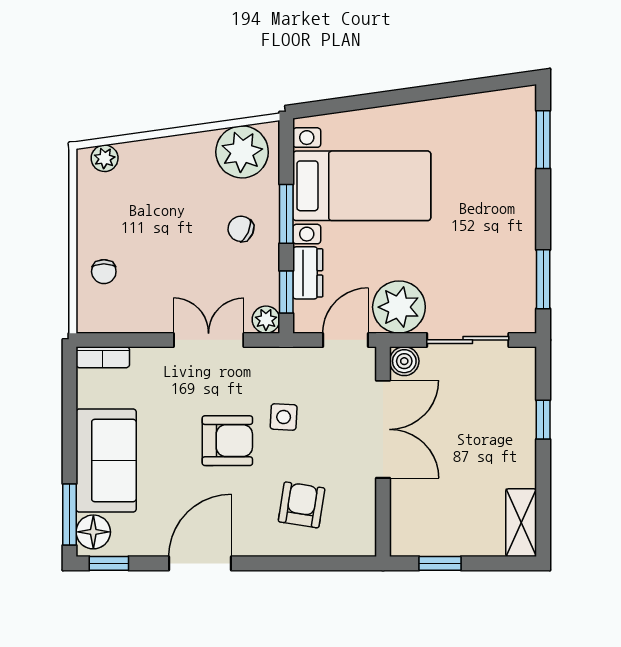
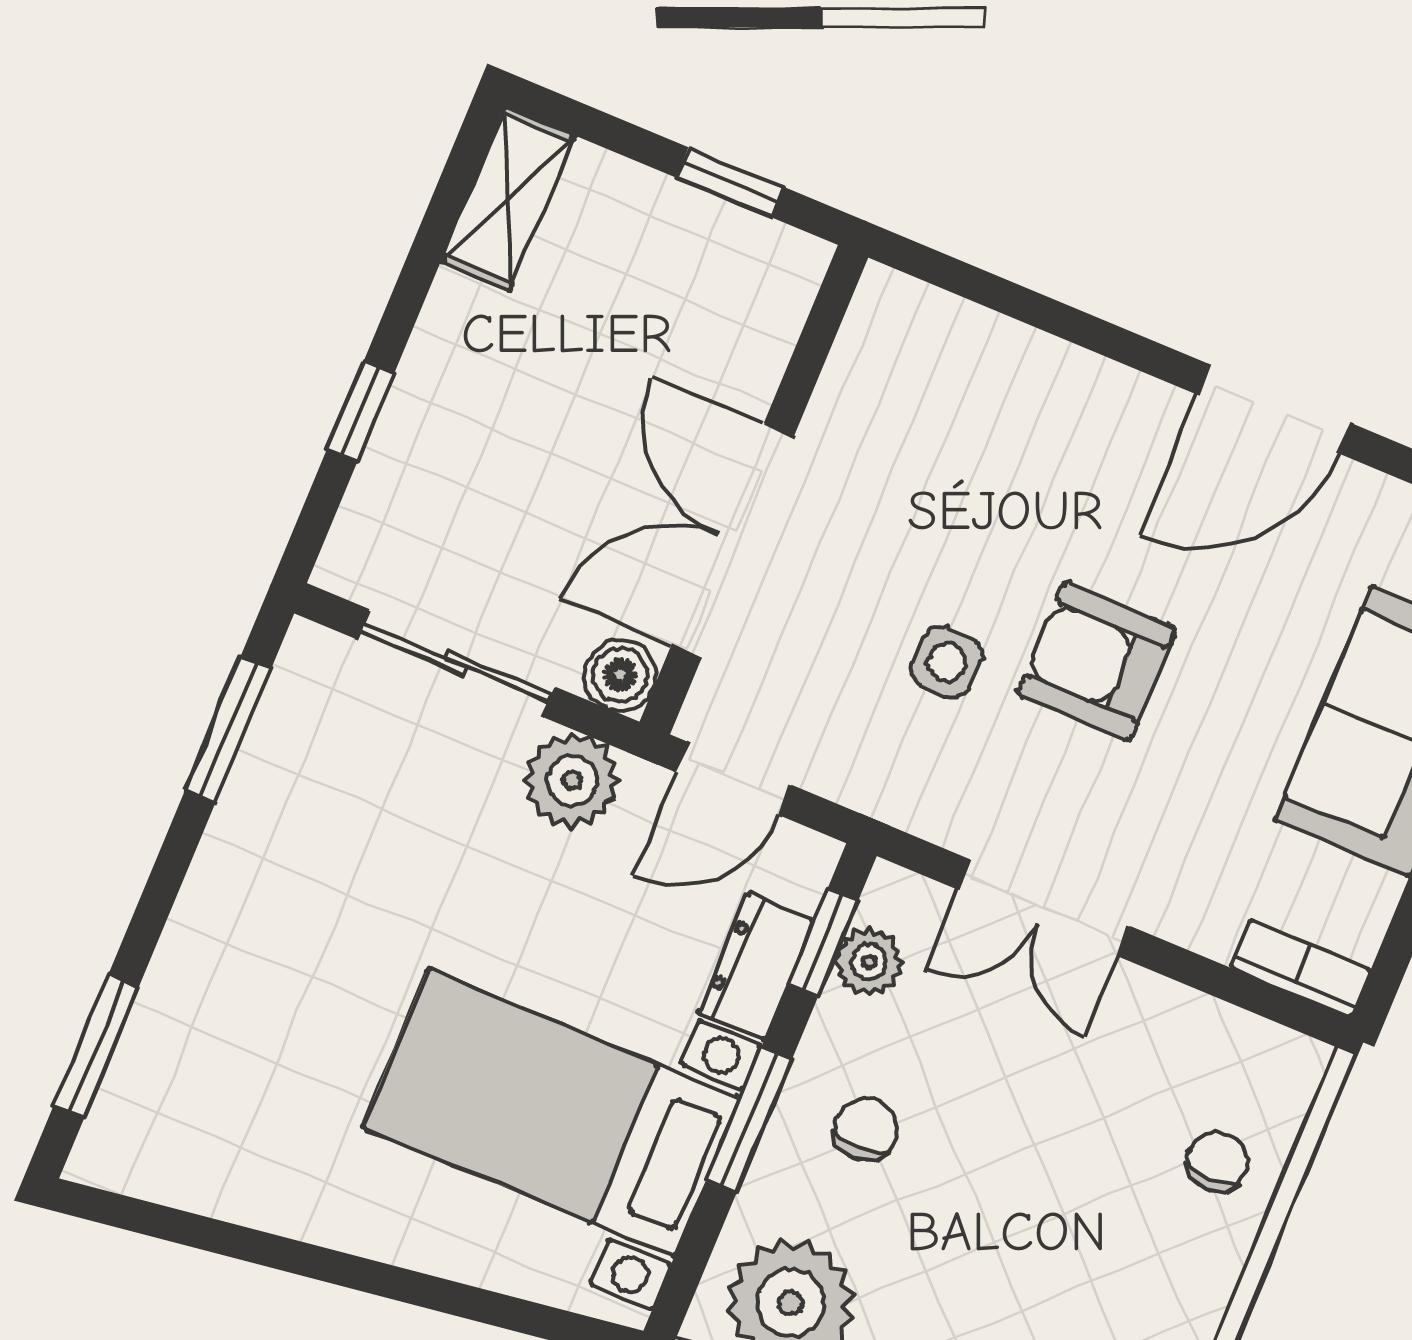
chair: (241, 229) -> (866, 1129), turned -114
plant: (399, 307) -> (572, 780), width x0.73, depth x0.73
plant: (266, 320) -> (869, 962), moved
armchair: (302, 505) -> (989, 446), removed

